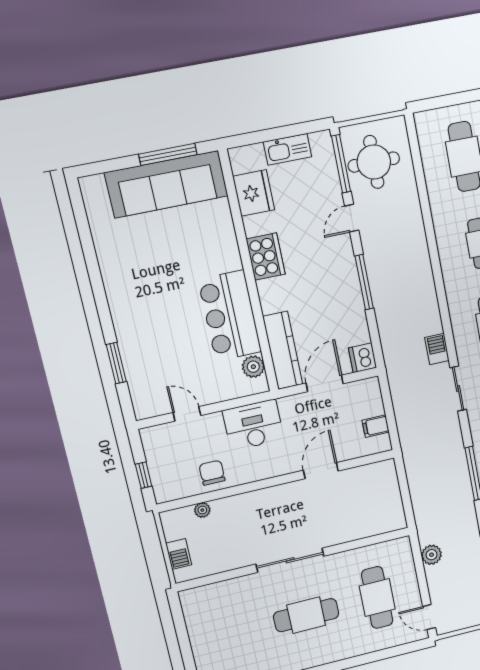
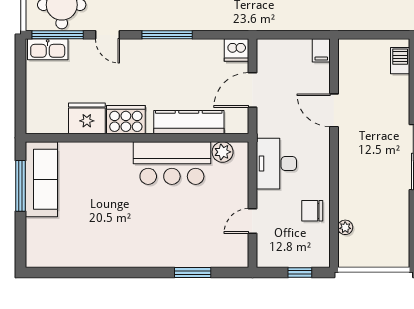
kitchen sink: (287, 149) -> (48, 49), moved, turned 90
sofa: (167, 184) -> (41, 179), width x0.74, depth x0.79
fridge: (254, 193) -> (87, 118), moved
kitchen counter: (283, 350) -> (189, 122), moved
door: (325, 383) -> (252, 90), hinge flipped
filing cabinet: (376, 426) -> (321, 50), moved
barbecue: (179, 554) -> (400, 61), moved, turned -90

